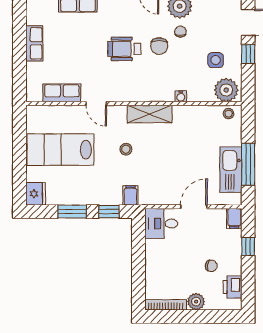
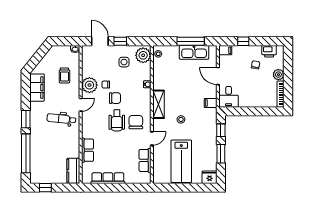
row of seats: (34, 43) -> (108, 178), width x1.48
chair: (122, 79) -> (136, 122), added
filing cabinet: (130, 195) -> (211, 103), moved

